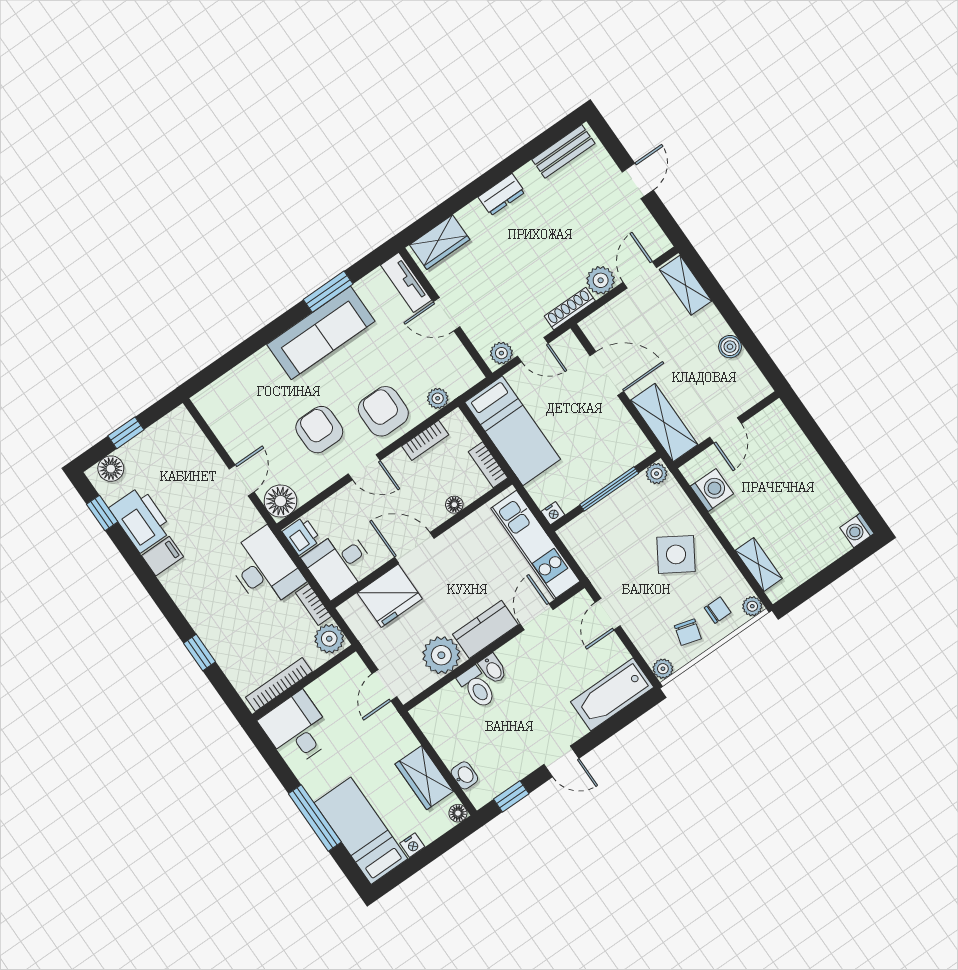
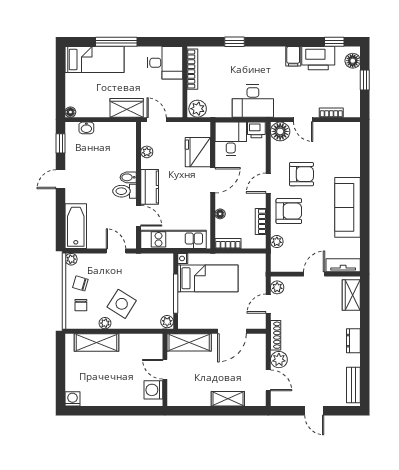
shelving: (686, 285) -> (228, 399), moved
window: (328, 292) -> (365, 225), removed
boiler: (730, 347) -> (204, 400), removed
bed: (513, 431) -> (208, 278), moved, turned 180
washing machine: (712, 490) -> (153, 390), moved, turned 90
shelving: (759, 565) -> (96, 342), width x1.50, depth x1.33
bookcase: (314, 605) -> (331, 113), moved
plant: (752, 606) -> (105, 323), moved
plant: (441, 655) -> (147, 152), width x0.53, depth x0.53
toilet: (477, 687) -> (125, 191), moved
wardrobe: (424, 778) -> (127, 108), moved
nightstand: (412, 845) -> (70, 79), removed

